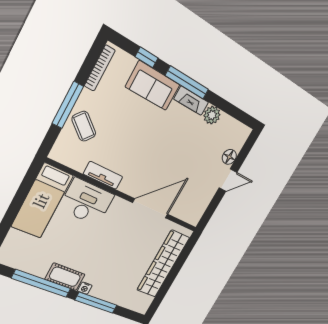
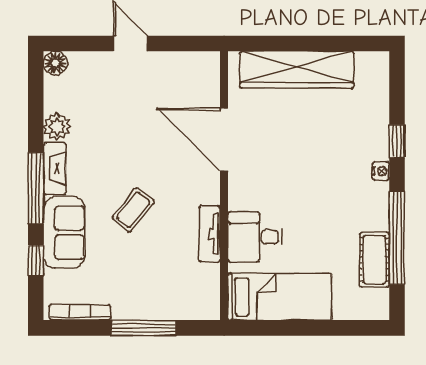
coffee table: (84, 126) -> (133, 210), moved
floor lamp: (229, 157) -> (55, 63), moved
desk: (87, 202) -> (255, 237), width x0.73
cot: (65, 277) -> (374, 260), moved
window: (96, 303) -> (397, 141), width x0.46

